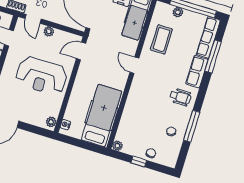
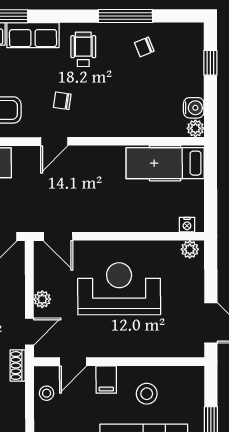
reception desk: (41, 76) -> (119, 289), turned -90
hospital bed: (102, 116) -> (165, 163), width x0.73, depth x0.78
water cooler: (129, 148) -> (194, 108), added
chair: (151, 153) -> (62, 101), moved
window: (139, 161) -> (210, 63), moved

